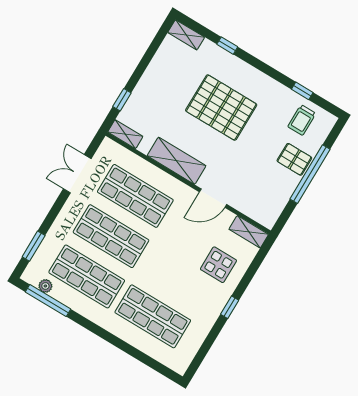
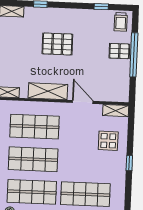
pallet: (221, 108) -> (57, 44), width x0.73, depth x0.71
trolley: (302, 120) -> (121, 22), moved
door: (213, 198) -> (83, 102), swing flipped

